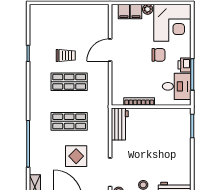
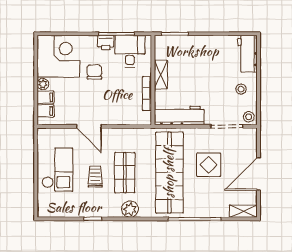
checkout: (72, 22) -> (57, 170), added
plant: (37, 86) -> (130, 209), added
shelving: (156, 114) -> (161, 74), added
shop shelf: (69, 121) -> (169, 173), width x2.00, depth x1.36
workbench: (120, 124) -> (179, 116), width x1.38

